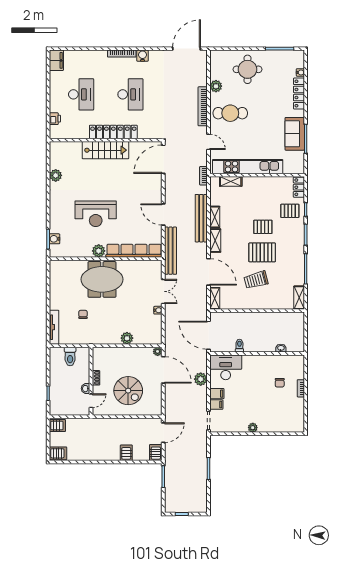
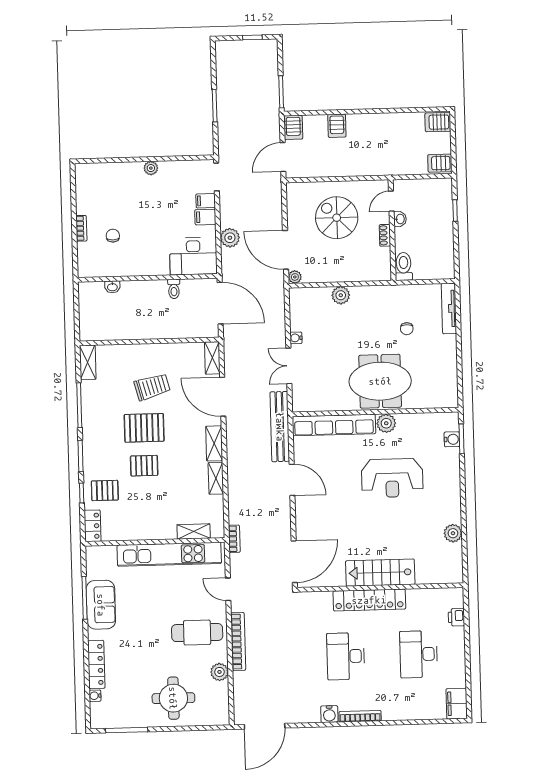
reception desk: (96, 214) -> (392, 478), turned 180
bench: (201, 218) -> (236, 476), removed
toilet: (70, 356) -> (404, 266), moved

